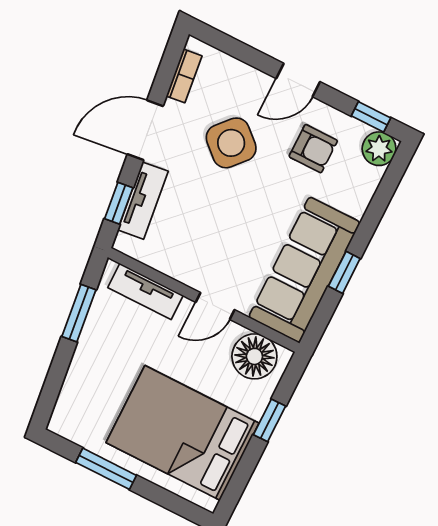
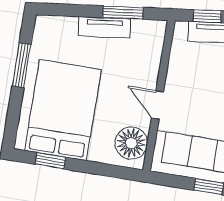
tv unit: (145, 291) -> (104, 27), moved, turned -97
window: (270, 420) -> (50, 161), moved

